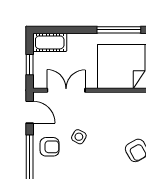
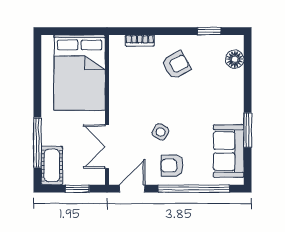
window: (119, 30) -> (37, 143), moved
armchair: (50, 147) -> (172, 166), turned -90

